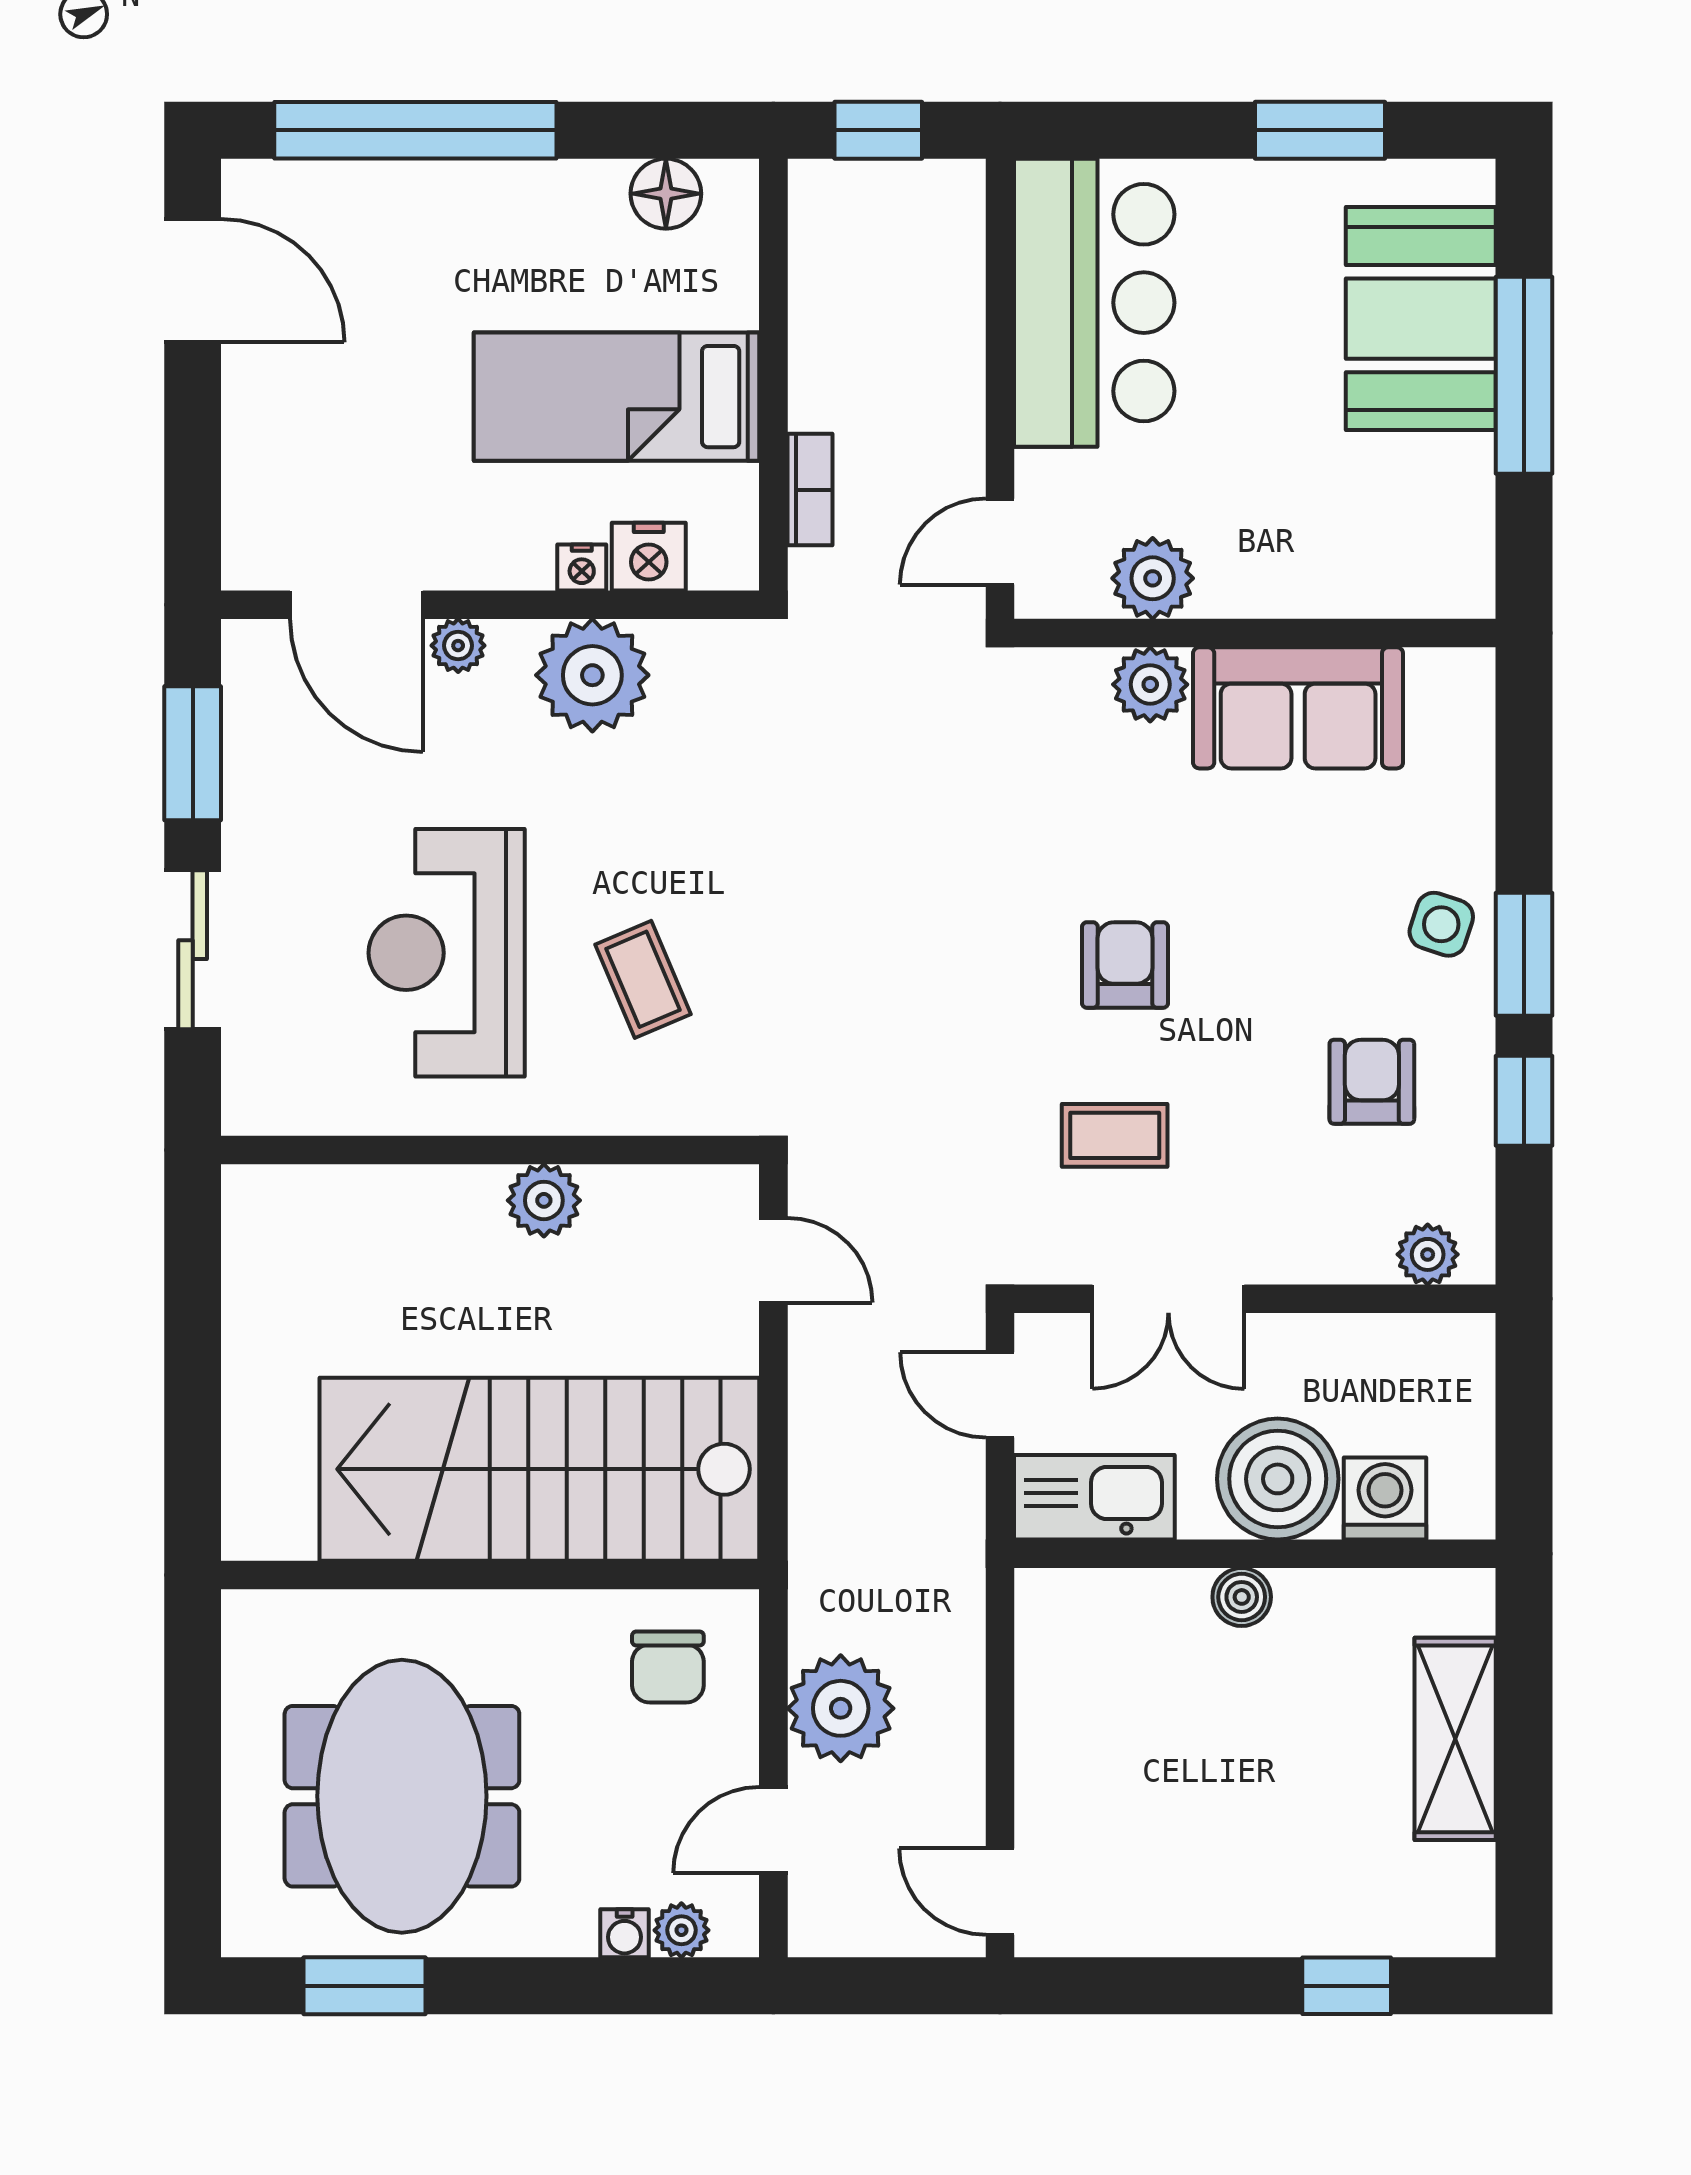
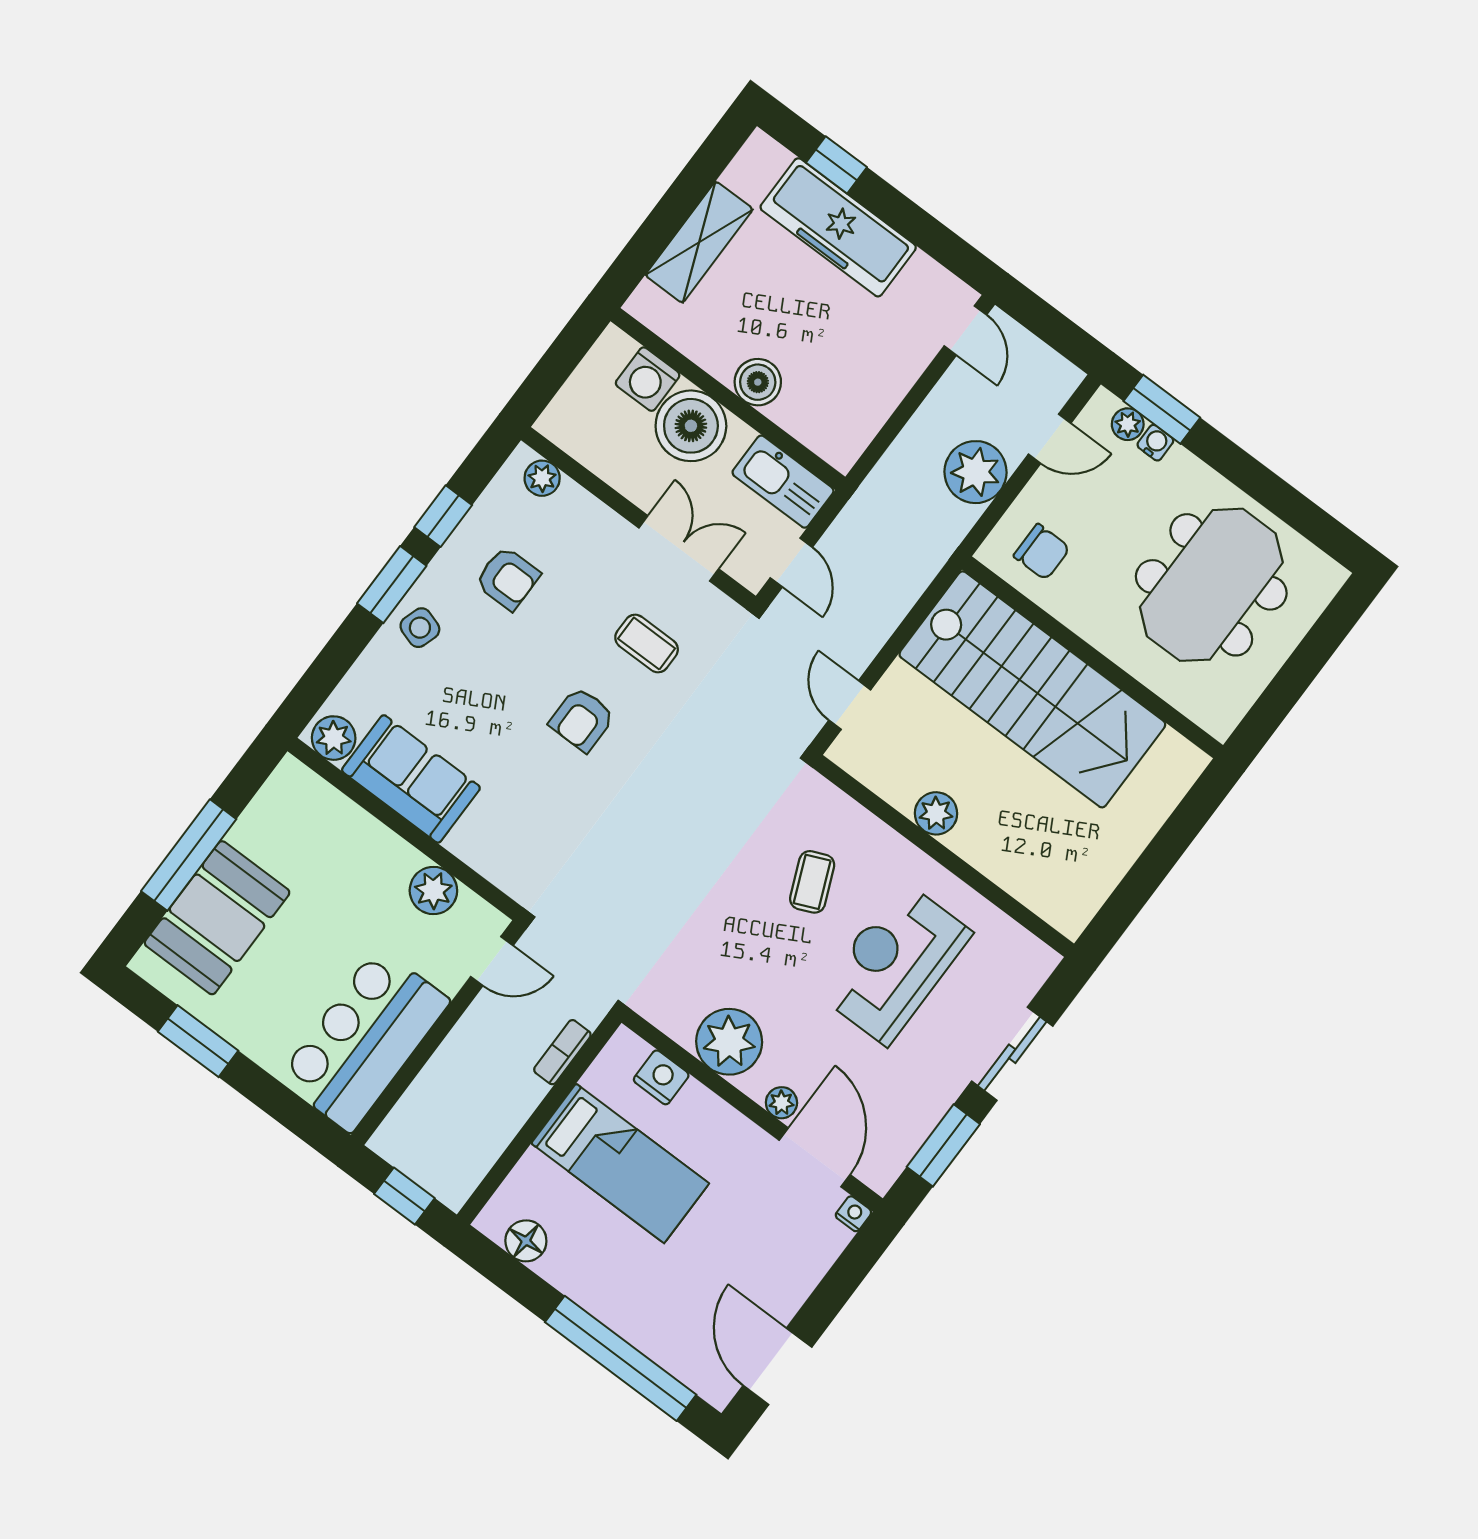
nightstand: (582, 567) -> (853, 1214), moved
plant: (1150, 684) -> (334, 738), moved
reception desk: (447, 953) -> (895, 963), turned 180
armchair: (1372, 1082) -> (508, 578), turned -90
boiler: (1242, 1597) -> (758, 382), width x1.36, depth x1.36
chair: (668, 1667) -> (1042, 552), turned 90
freezer: (1280, 1902) -> (838, 227), added
window: (365, 1986) -> (1162, 409), moved

